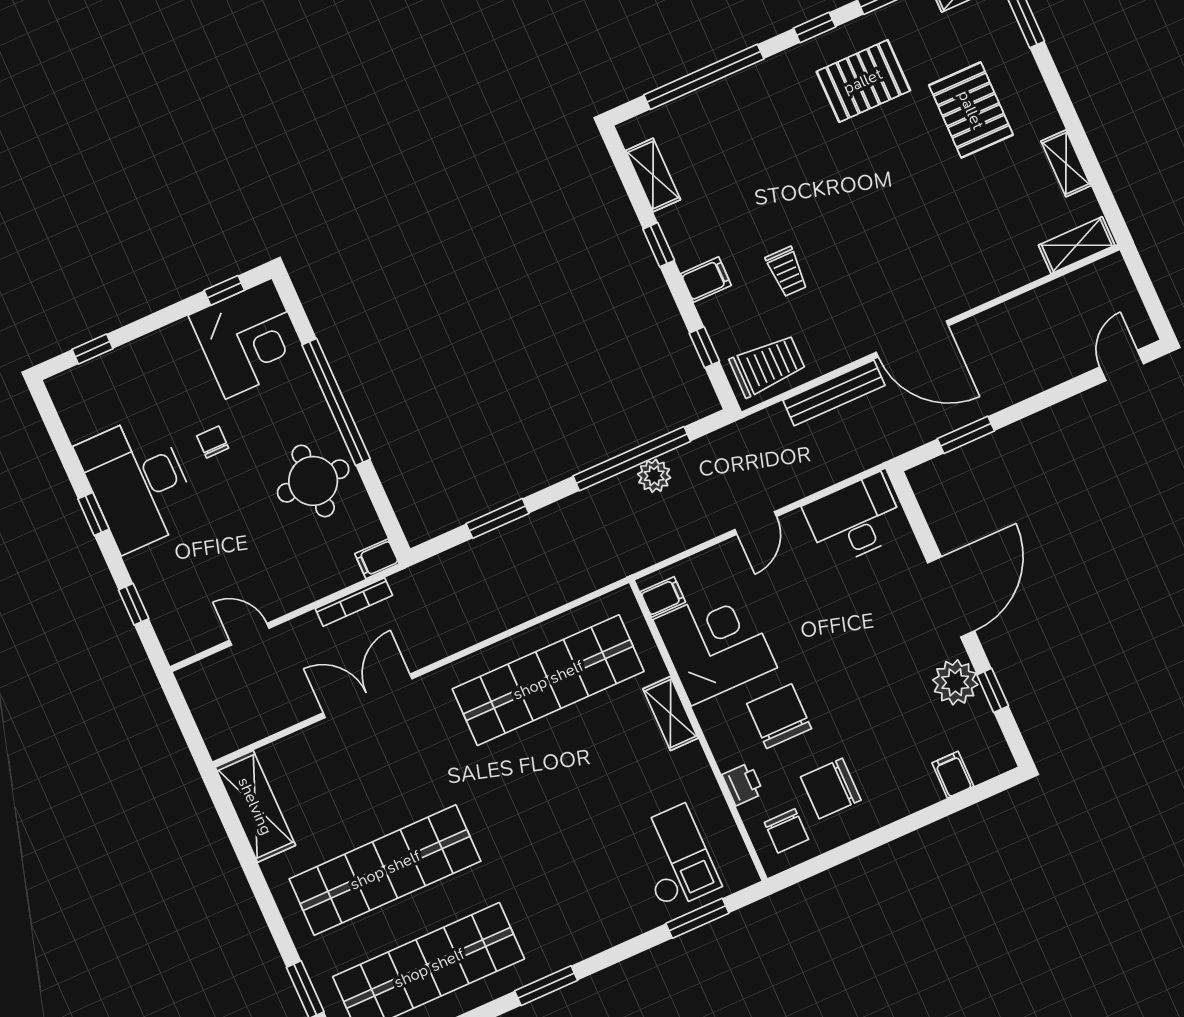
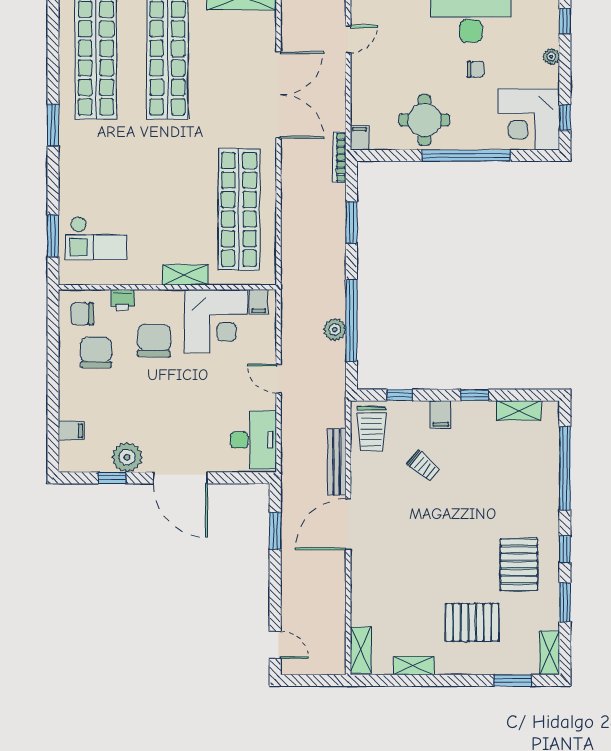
trolley: (787, 272) -> (423, 466), turned -141
plant: (149, 346) -> (551, 57), added
bookcase: (354, 602) -> (339, 157), moved
double door: (368, 696) -> (278, 95), width x1.36
chair: (779, 716) -> (154, 340), turned -89

